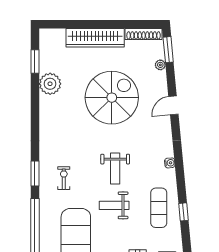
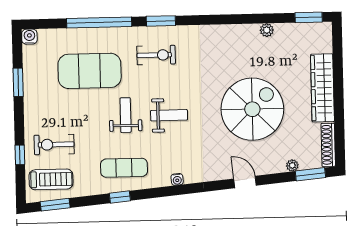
window: (35, 61) -> (309, 17), moved
plant: (50, 84) -> (267, 30), width x0.53, depth x0.53
spiral stairs: (112, 98) -> (252, 109), turned -90
weight bench: (115, 168) -> (169, 115), turned 180
exercise bike: (64, 178) -> (156, 55), width x1.38, depth x1.39

